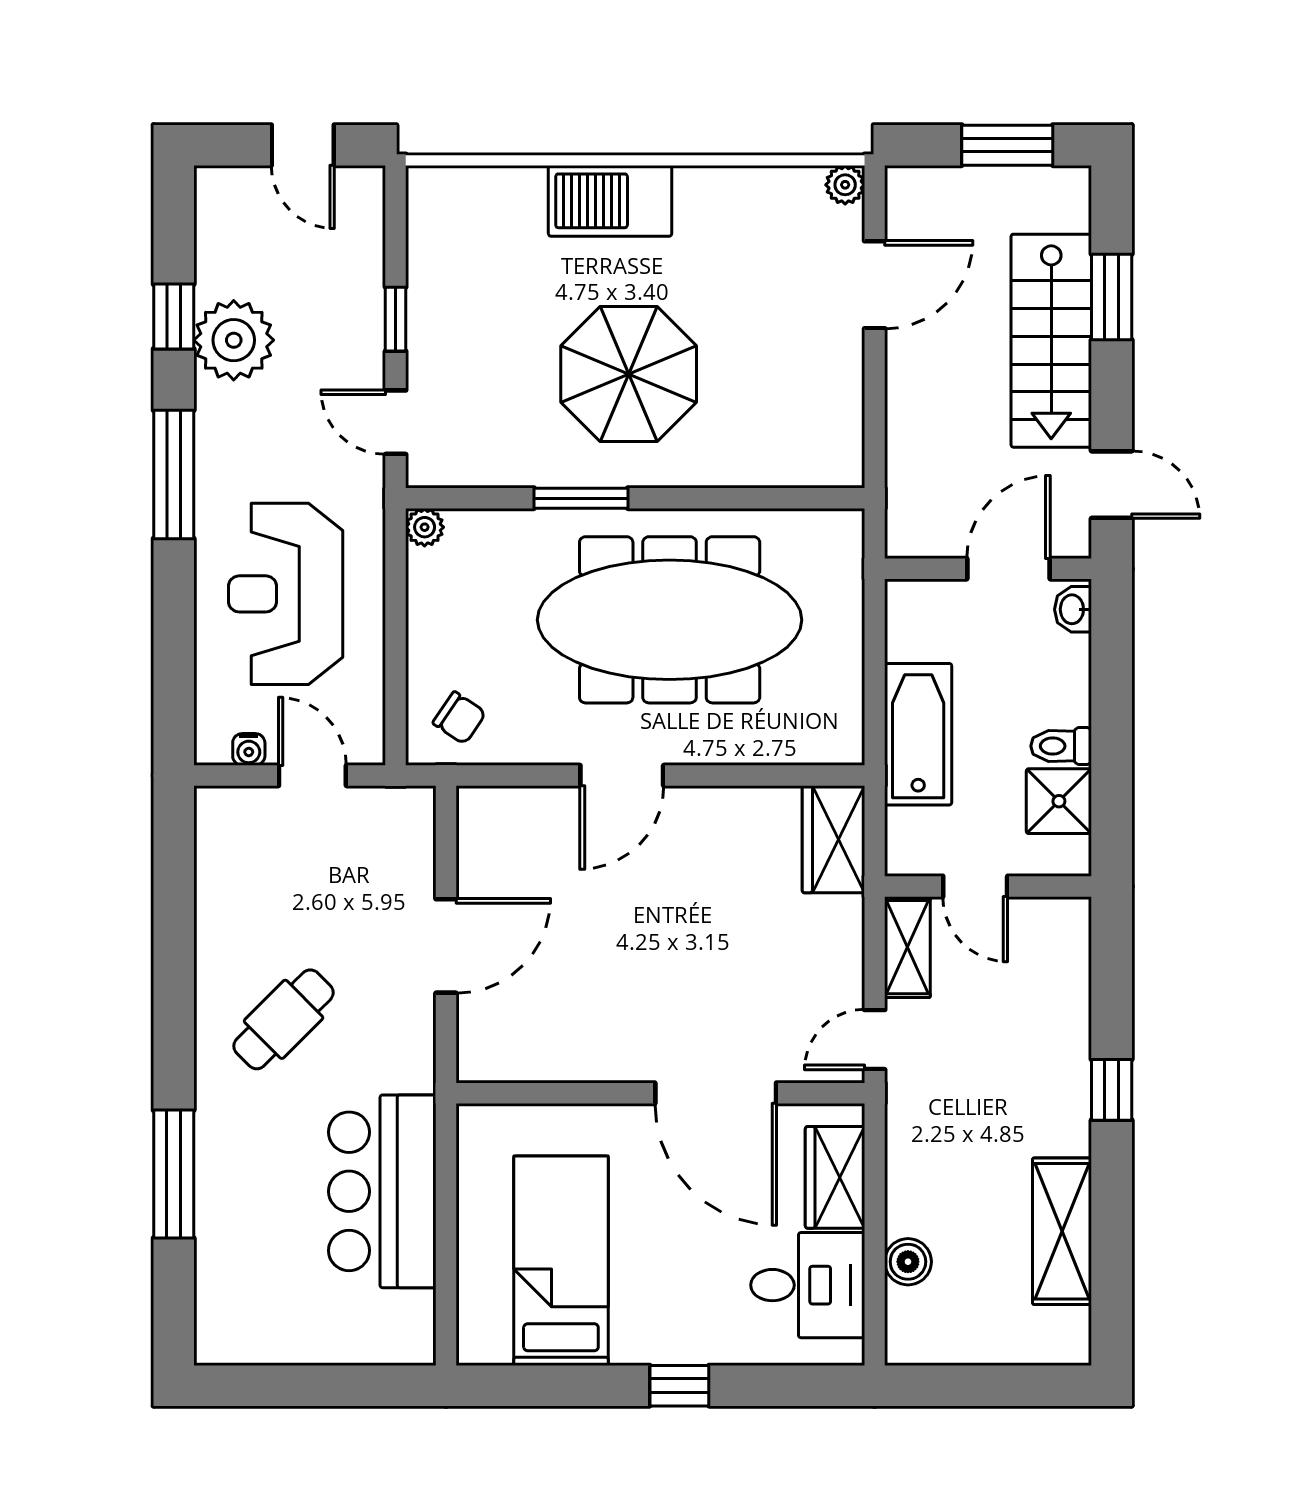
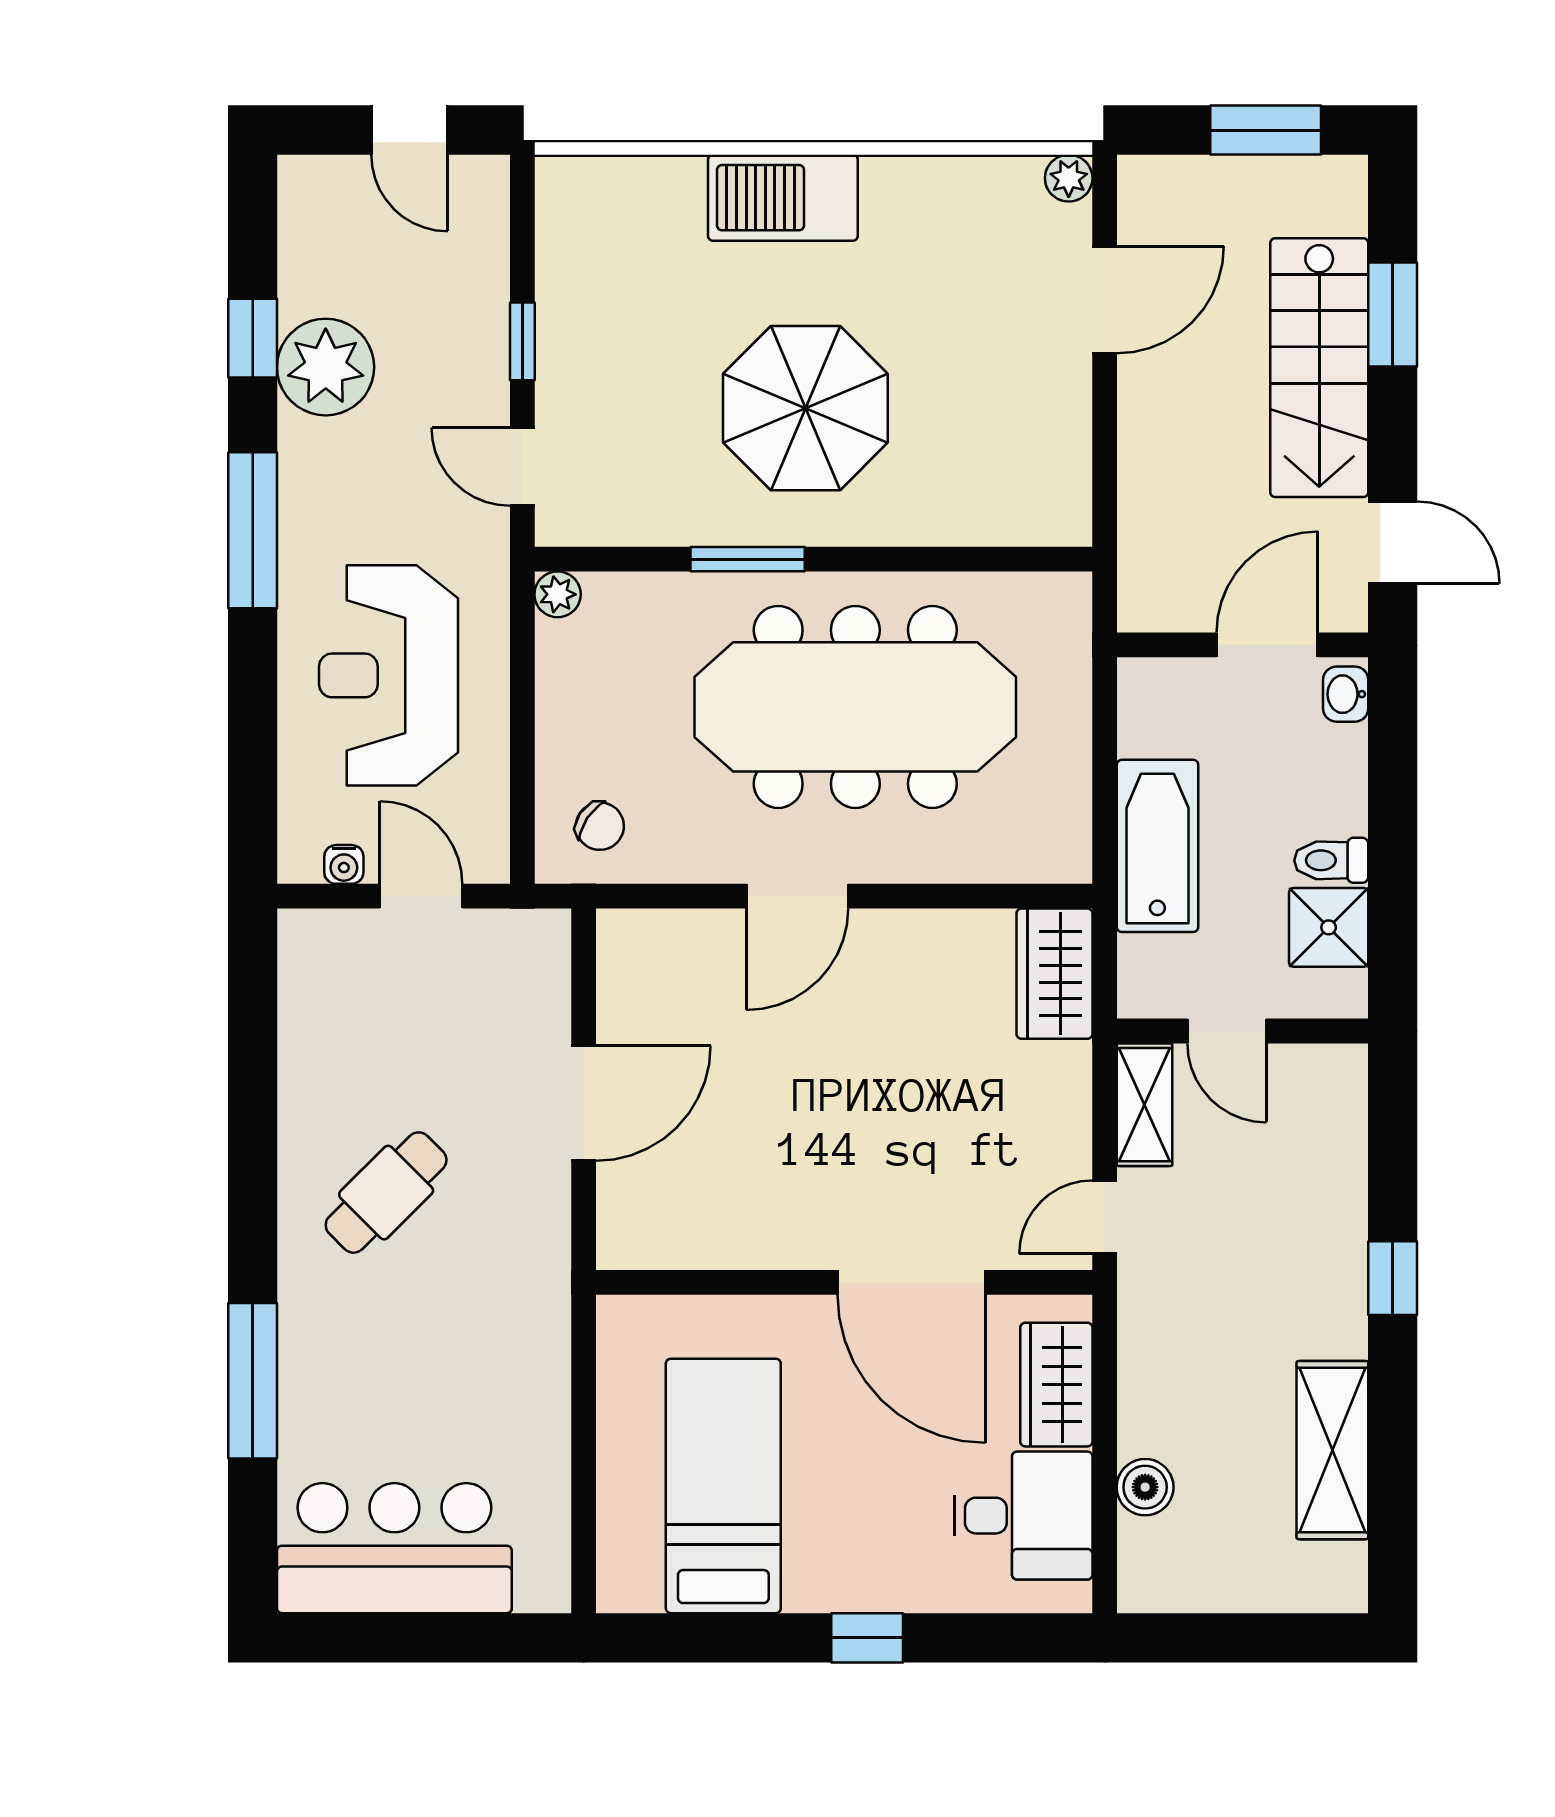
bar counter: (382, 1191) -> (394, 1548), moved, turned 90

